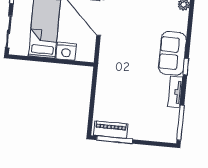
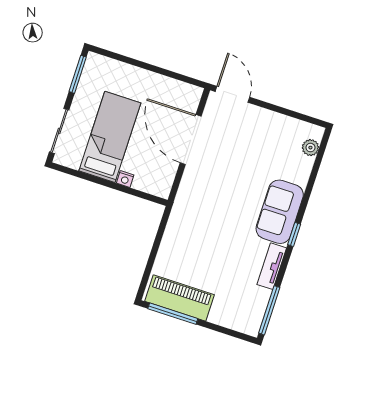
nightstand: (66, 51) -> (125, 179), width x0.53, depth x0.56
piano: (111, 130) -> (179, 298), width x1.37, depth x1.33

